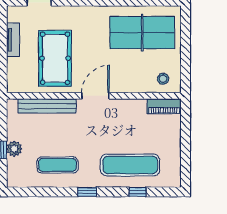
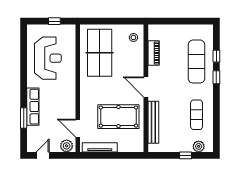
tv unit: (13, 40) -> (100, 147), width x1.41
piano: (164, 106) -> (154, 53), moved
plant: (14, 149) -> (199, 146), moved
window: (87, 192) -> (216, 77), moved

